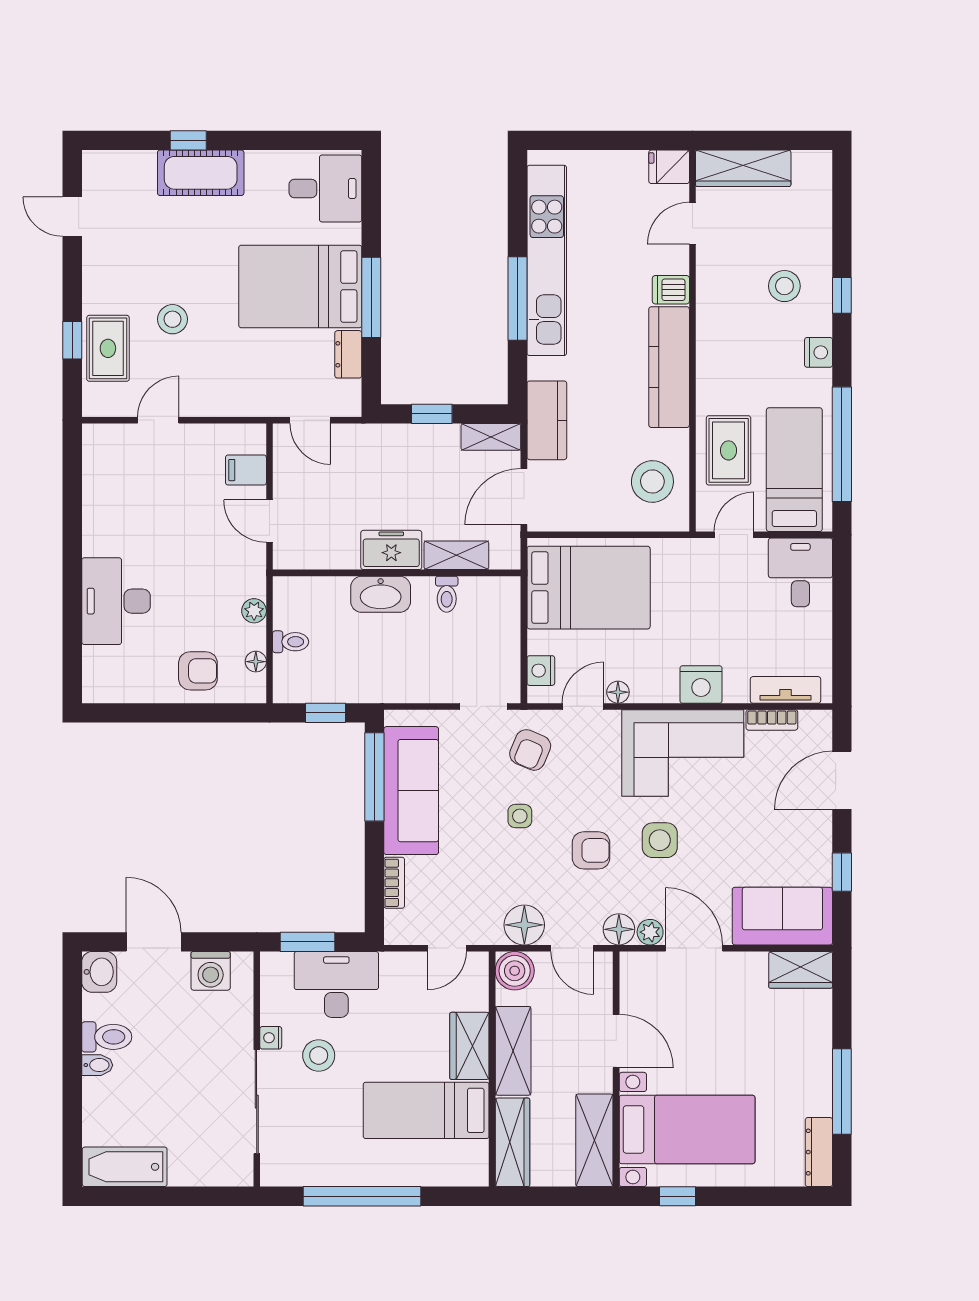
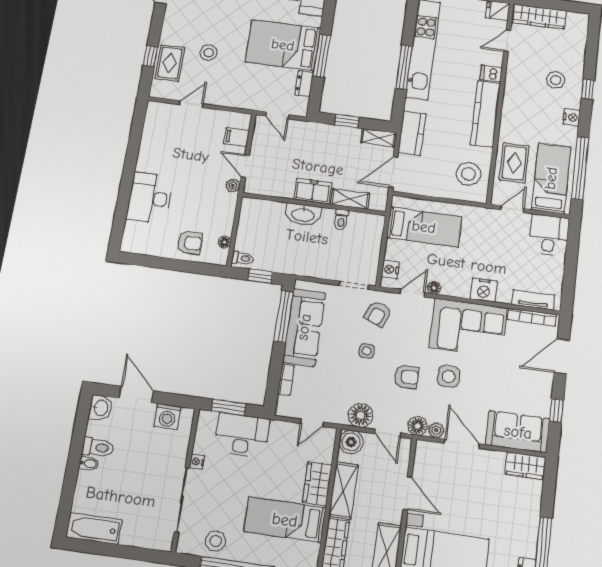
bed: (589, 588) -> (424, 227), width x0.67
plant: (254, 611) -> (233, 185), moved
toilet: (291, 642) -> (243, 258), moved
bookcase: (772, 720) -> (532, 317), width x1.56
stool: (319, 1055) -> (216, 541), moved

